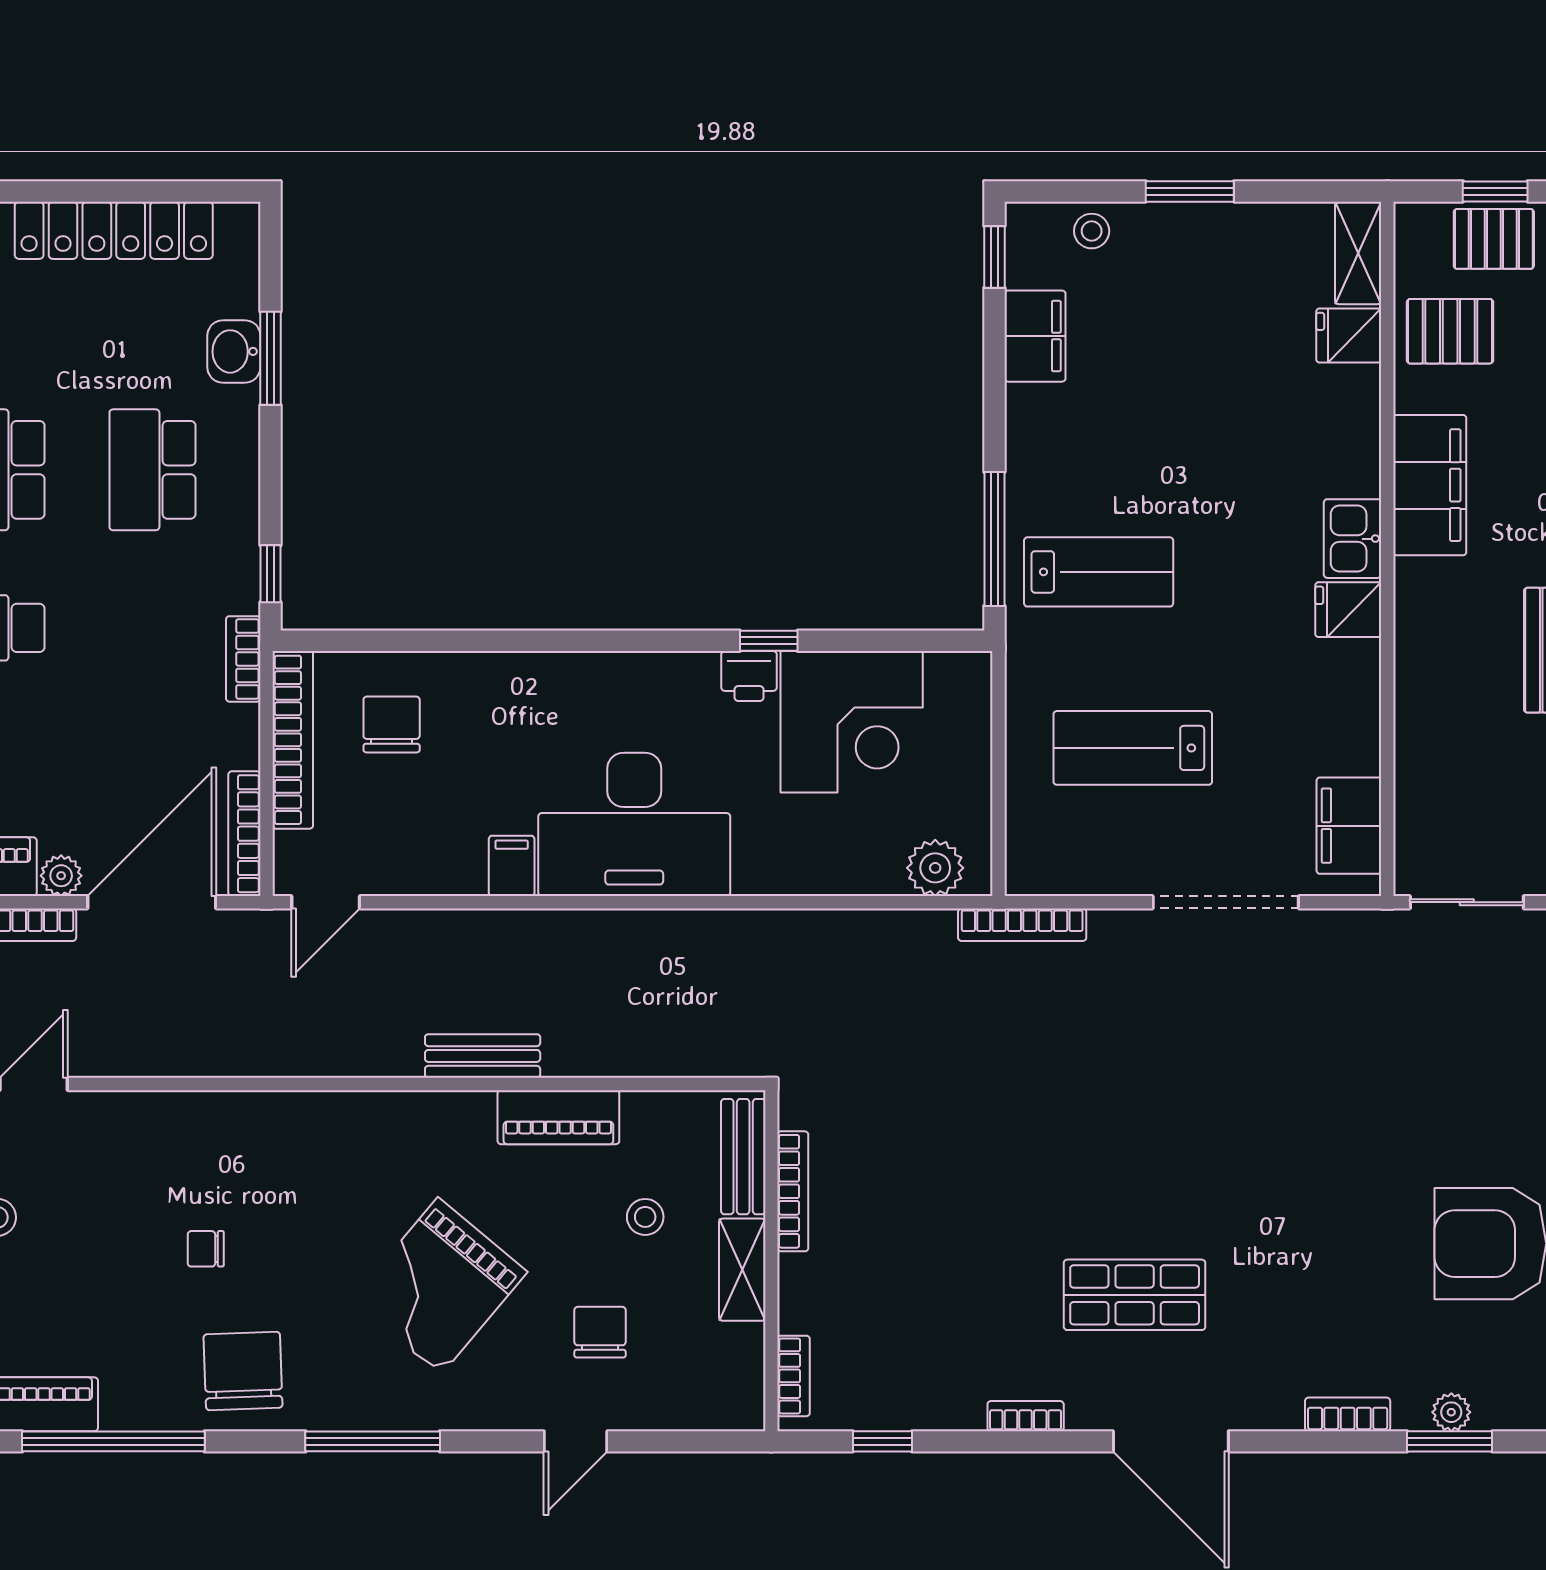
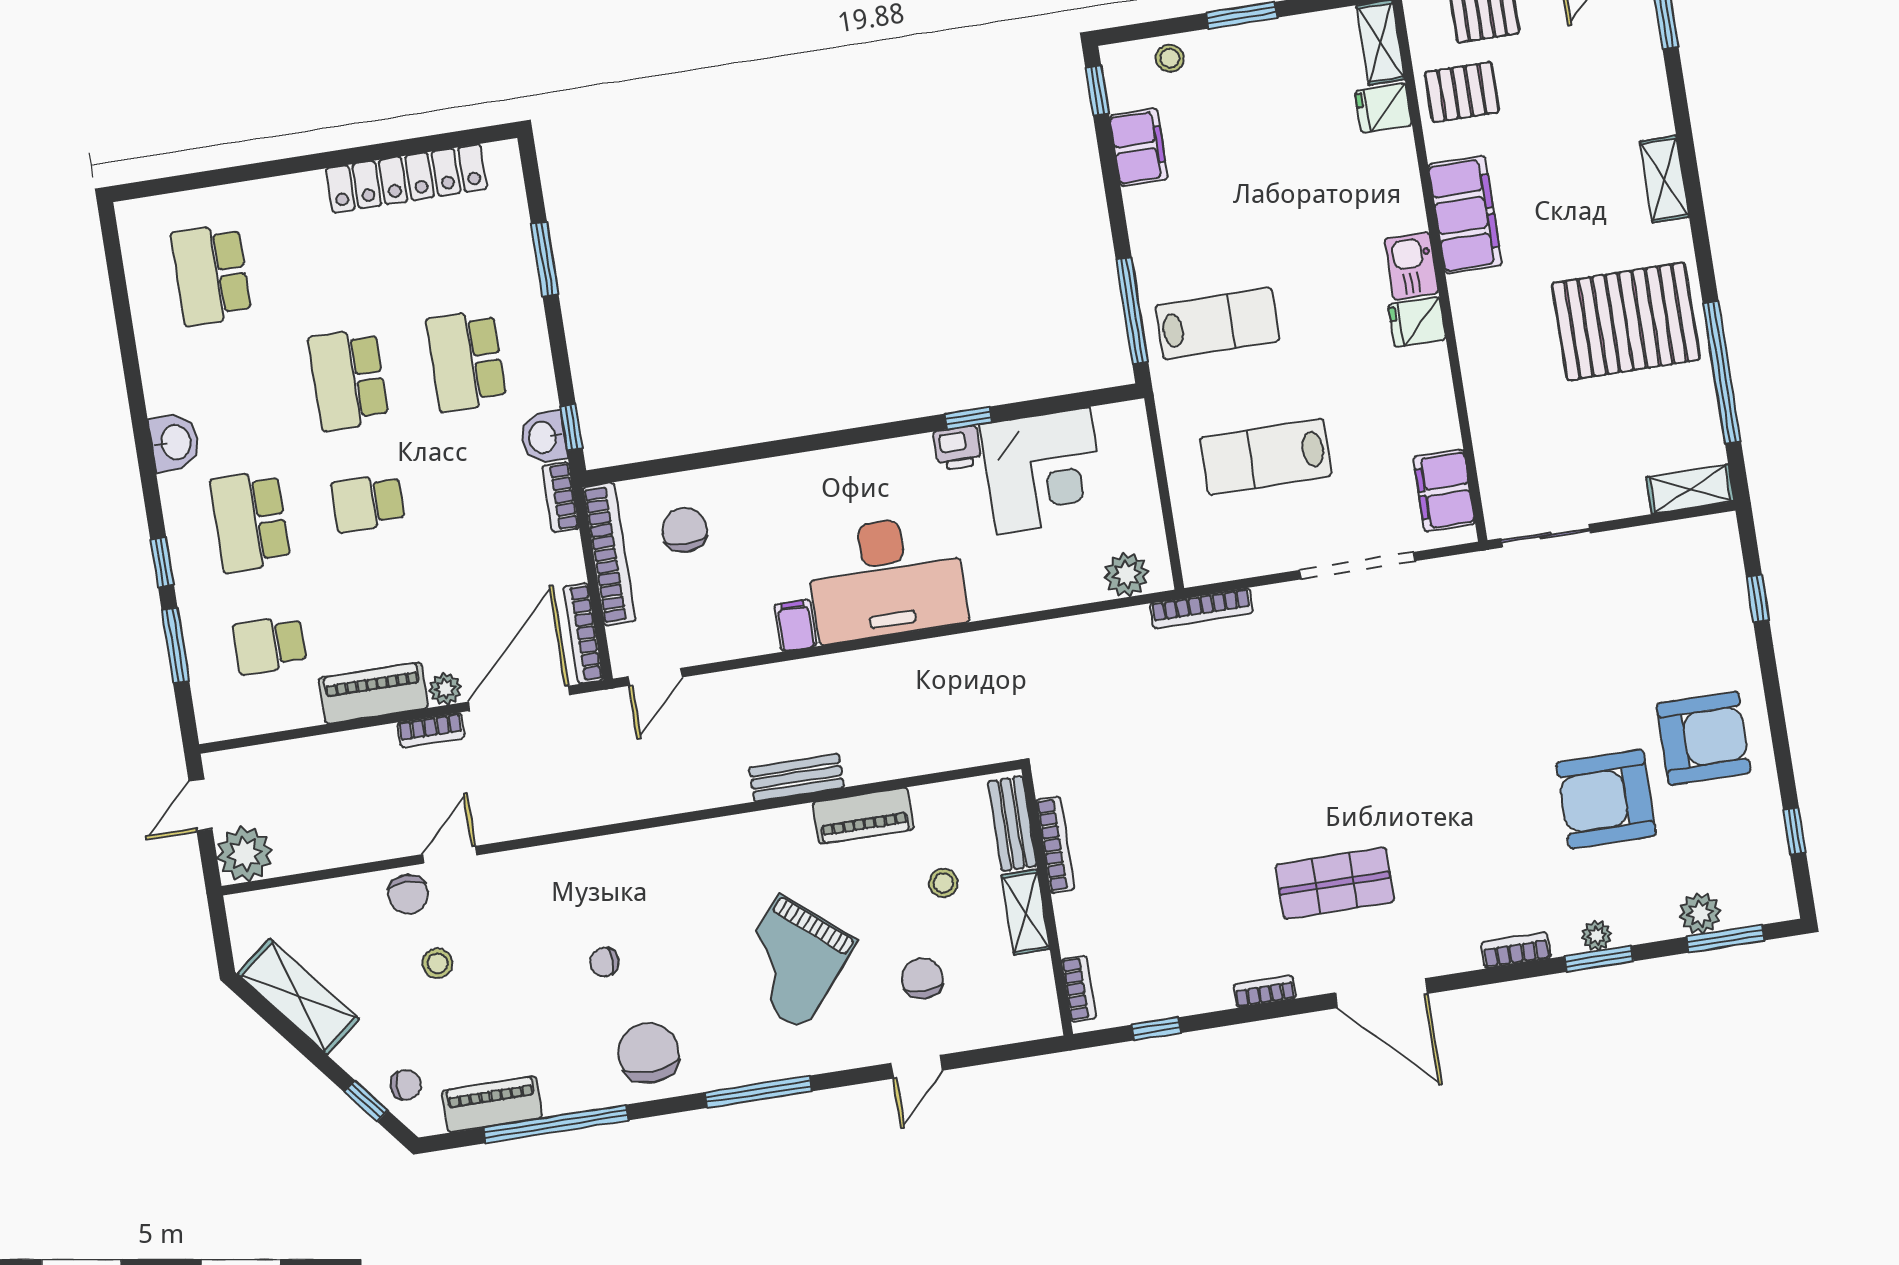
washbasin: (234, 351) -> (544, 437), moved

